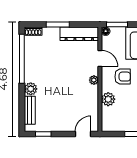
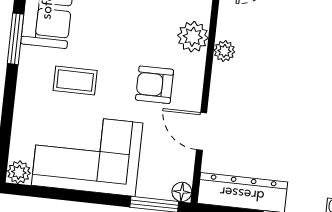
plant: (94, 80) -> (224, 51), moved

